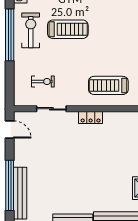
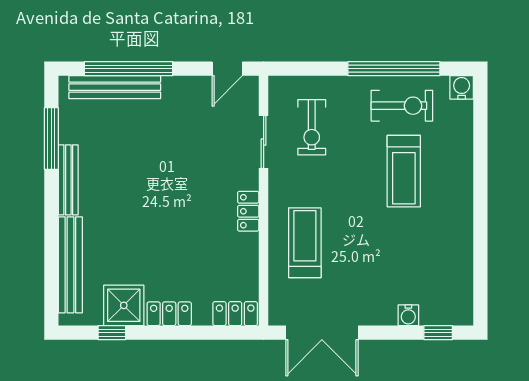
exercise bike: (43, 82) -> (312, 127), width x1.38, depth x1.39

